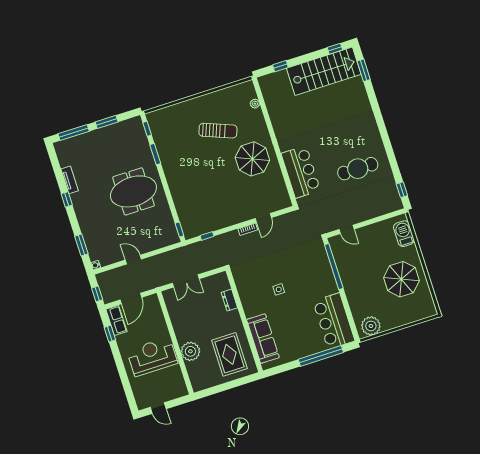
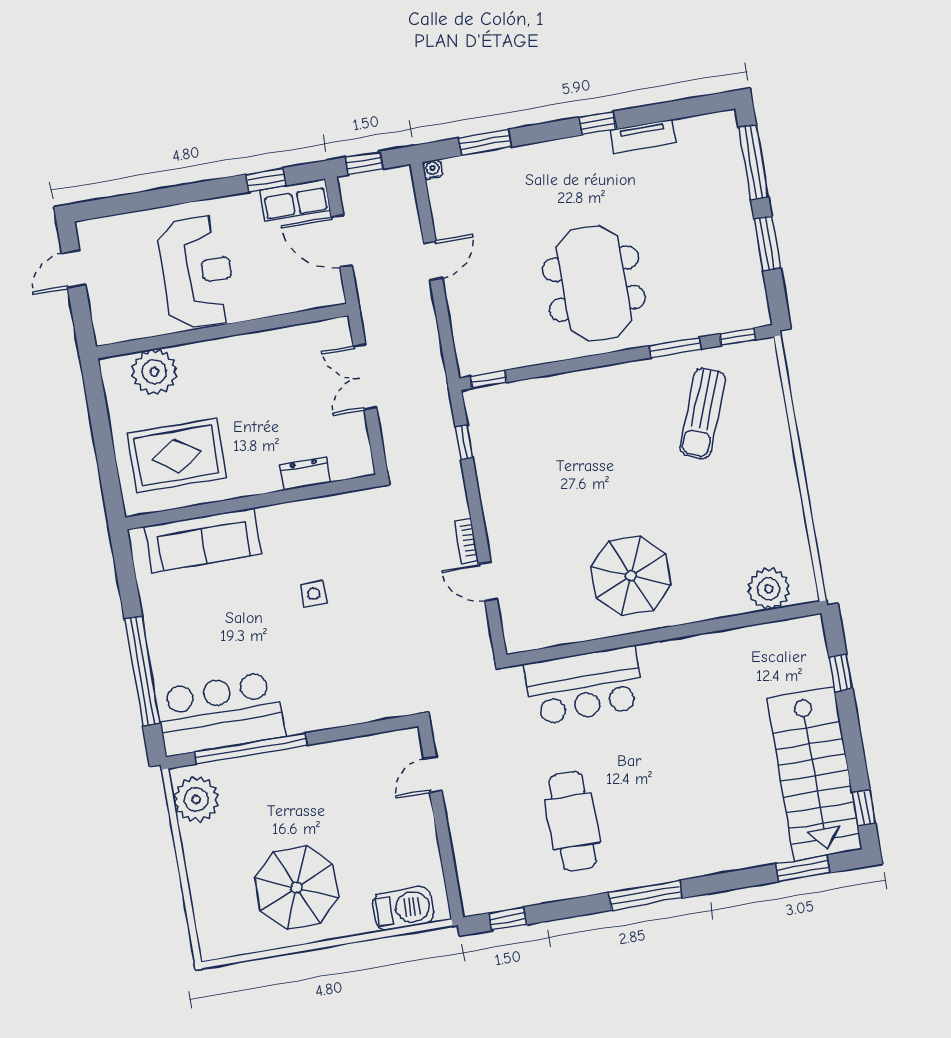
plant: (255, 104) -> (769, 589), width x1.87, depth x1.87
sun lounger: (218, 131) -> (702, 414), moved
window: (384, 134) -> (645, 895), added
window: (334, 267) -> (251, 749), moved
plant: (190, 351) -> (154, 372), moved

